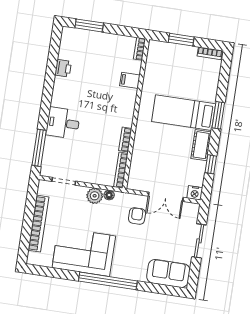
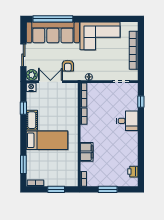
window: (89, 25) -> (108, 189), moved
printer: (63, 68) -> (133, 172), moved
filing cabinet: (130, 80) -> (87, 152), width x2.00
window: (218, 115) -> (23, 164), moved
window: (39, 148) -> (141, 102), width x0.46
plant: (95, 196) -> (32, 75), moved
sofa: (168, 273) -> (53, 32), width x1.85, depth x1.27
window: (108, 281) -> (53, 19), moved

